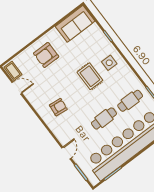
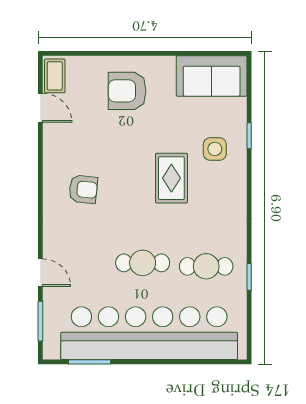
side table: (109, 63) -> (215, 149), moved
door: (66, 153) -> (40, 273), hinge flipped

